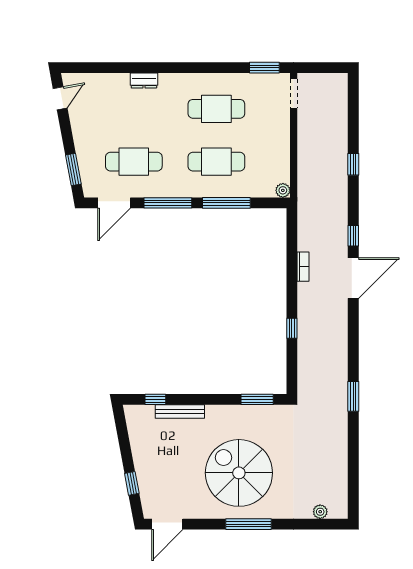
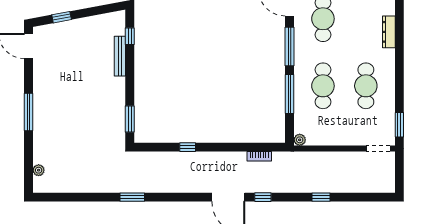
dresser: (144, 81) -> (389, 32), width x1.44
bookcase: (303, 267) -> (259, 156), moved
spiral stairs: (239, 473) -> (70, 104), removed

